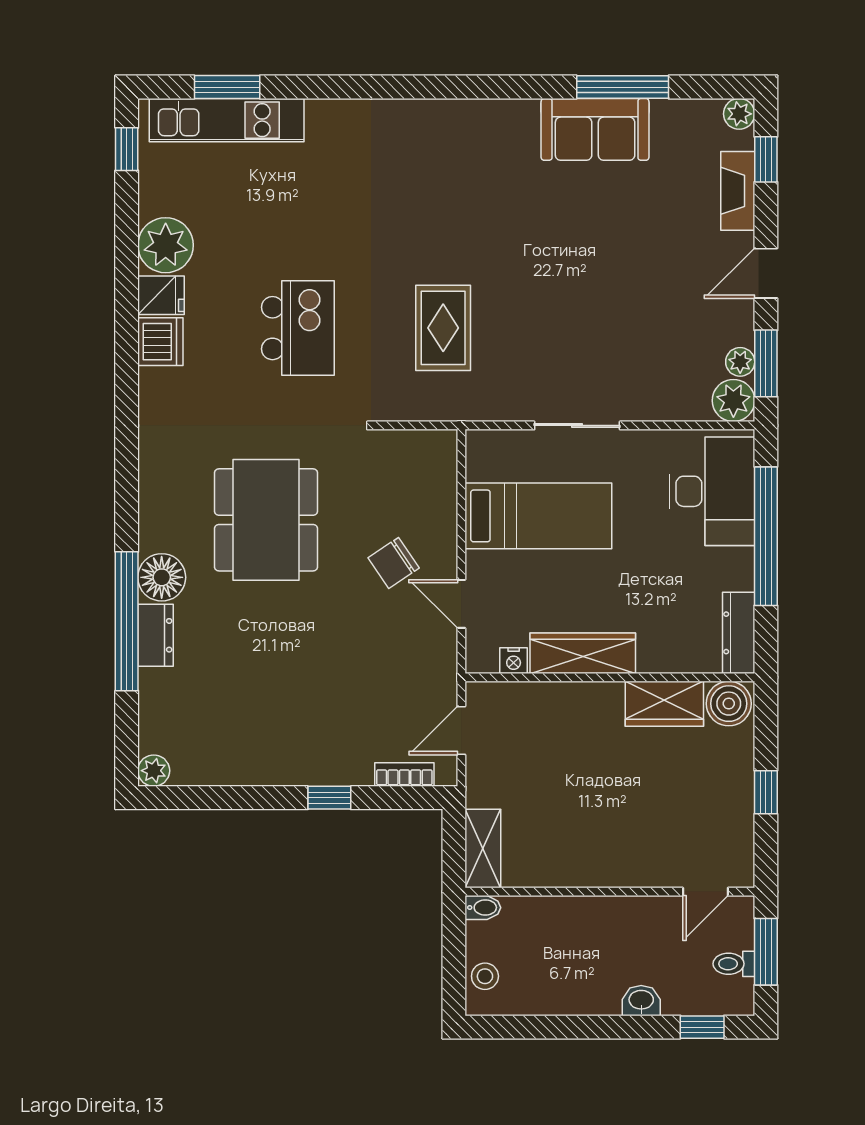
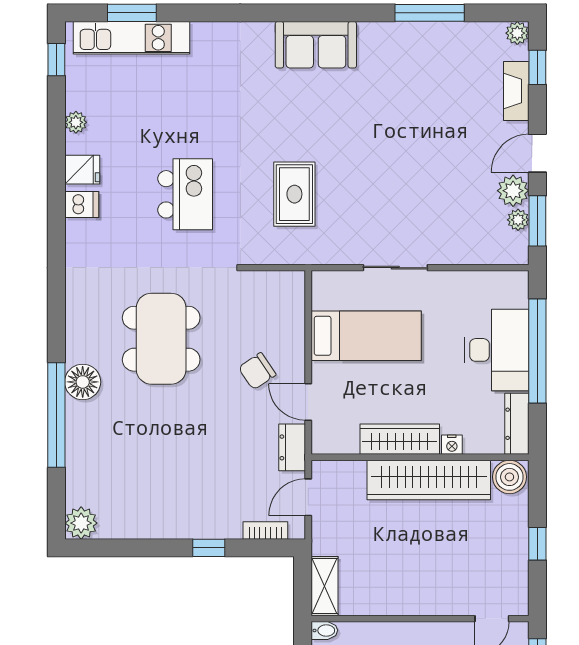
sofa: (595, 129) -> (316, 45), moved
plant: (166, 245) -> (76, 122), width x0.53, depth x0.53
dishwasher: (160, 342) -> (82, 205), width x0.73
plant: (733, 401) -> (513, 191), moved
desk: (712, 491) -> (497, 350), moved
dresser: (155, 635) -> (292, 447), moved, turned 180
nightstand: (514, 661) -> (452, 445), moved
wardrobe: (664, 704) -> (429, 480), width x2.10, depth x1.17
plant: (154, 771) -> (81, 523), width x1.38, depth x1.38

